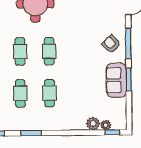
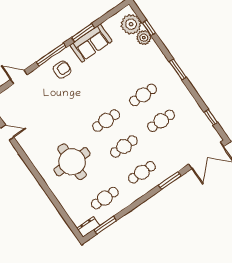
armchair: (111, 44) -> (62, 70), turned -136
plant: (106, 125) -> (131, 24), width x1.88, depth x1.88
window: (112, 132) -> (149, 28), moved
window: (31, 133) -> (178, 69), moved

